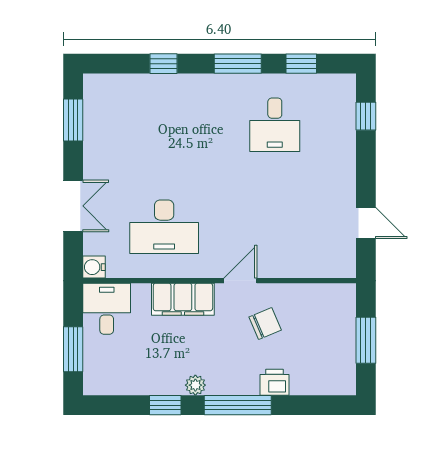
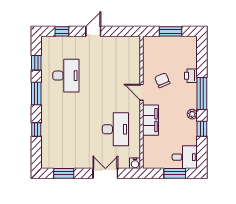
desk: (275, 125) -> (66, 76), width x1.37
door: (366, 223) -> (93, 31), moved
desk: (107, 309) -> (185, 157), moved, turned 180

